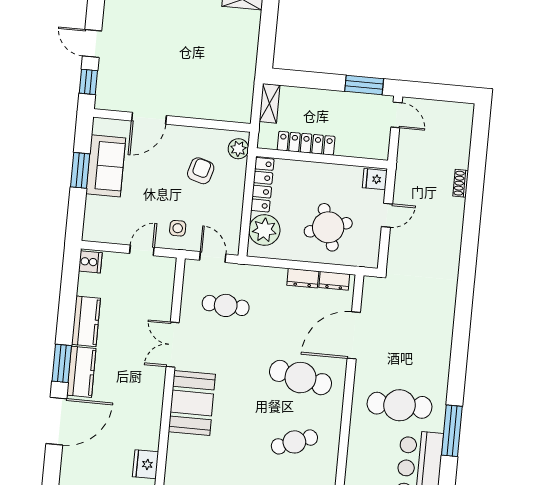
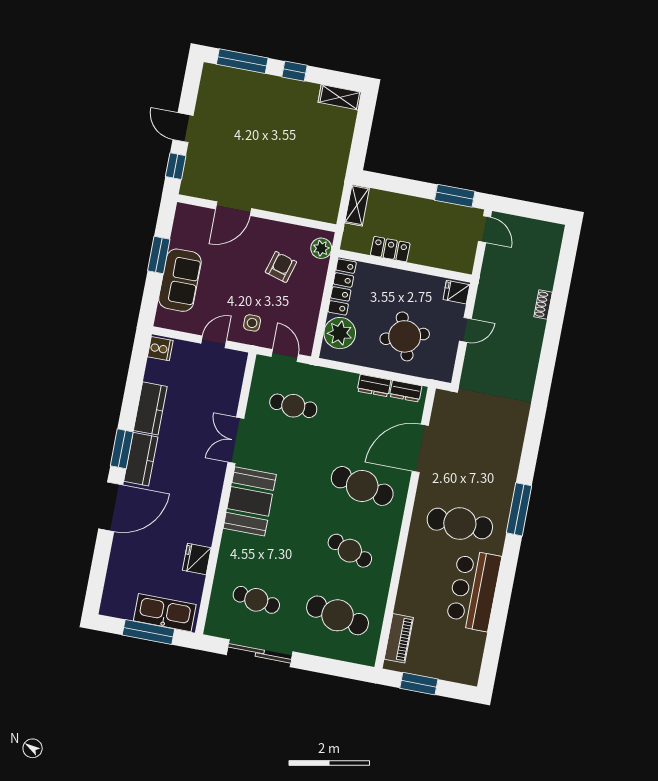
locker: (306, 143) -> (390, 249), width x0.66
sofa: (106, 166) -> (180, 280), moved
window: (452, 431) -> (519, 509), moved
cafe table: (294, 442) -> (350, 551), turned 42

